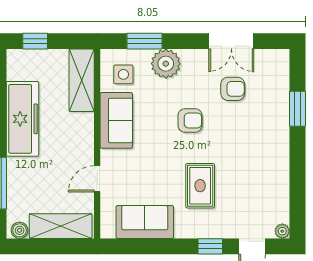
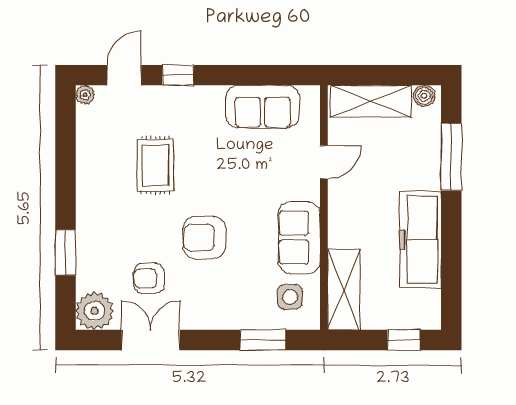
plant: (166, 64) -> (94, 311), moved
armchair: (190, 120) -> (204, 238), width x1.38, depth x1.38
rug: (200, 186) -> (155, 165), moved

